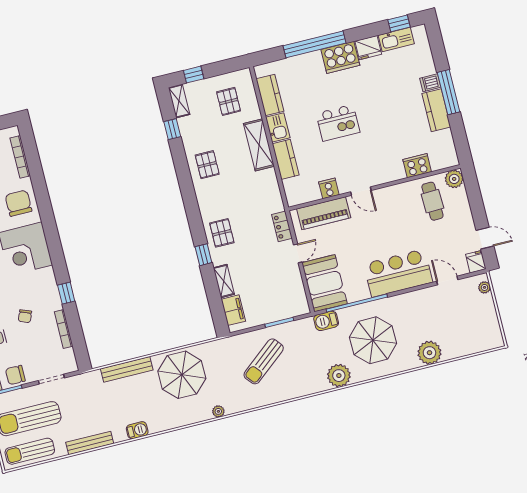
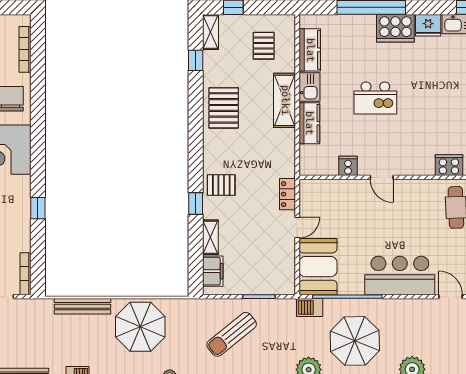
pallet: (207, 165) -> (224, 108), width x1.50, depth x1.42
piano: (324, 213) -> (336, 191), removed
pallet: (222, 233) -> (221, 185), turned 90
bookcase: (64, 329) -> (25, 274), moved

